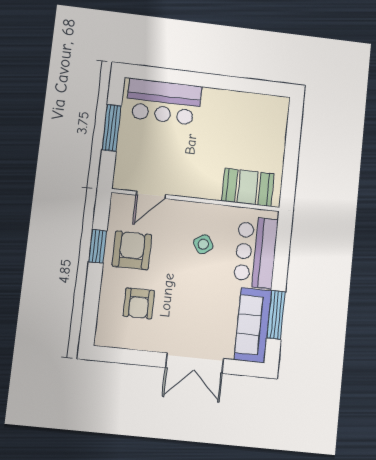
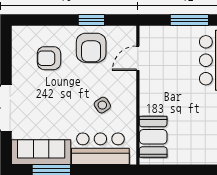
door: (151, 195) -> (138, 58), hinge flipped
armchair: (132, 250) -> (91, 48), turned 90

